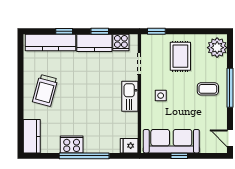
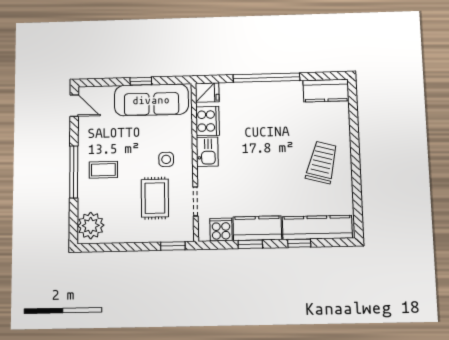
rug: (180, 56) -> (155, 198), moved
kitchen sink: (130, 96) -> (207, 152), width x0.73
kitchen counter: (32, 136) -> (326, 91), moved, turned -90
cooker: (72, 144) -> (207, 121), moved, turned -90

